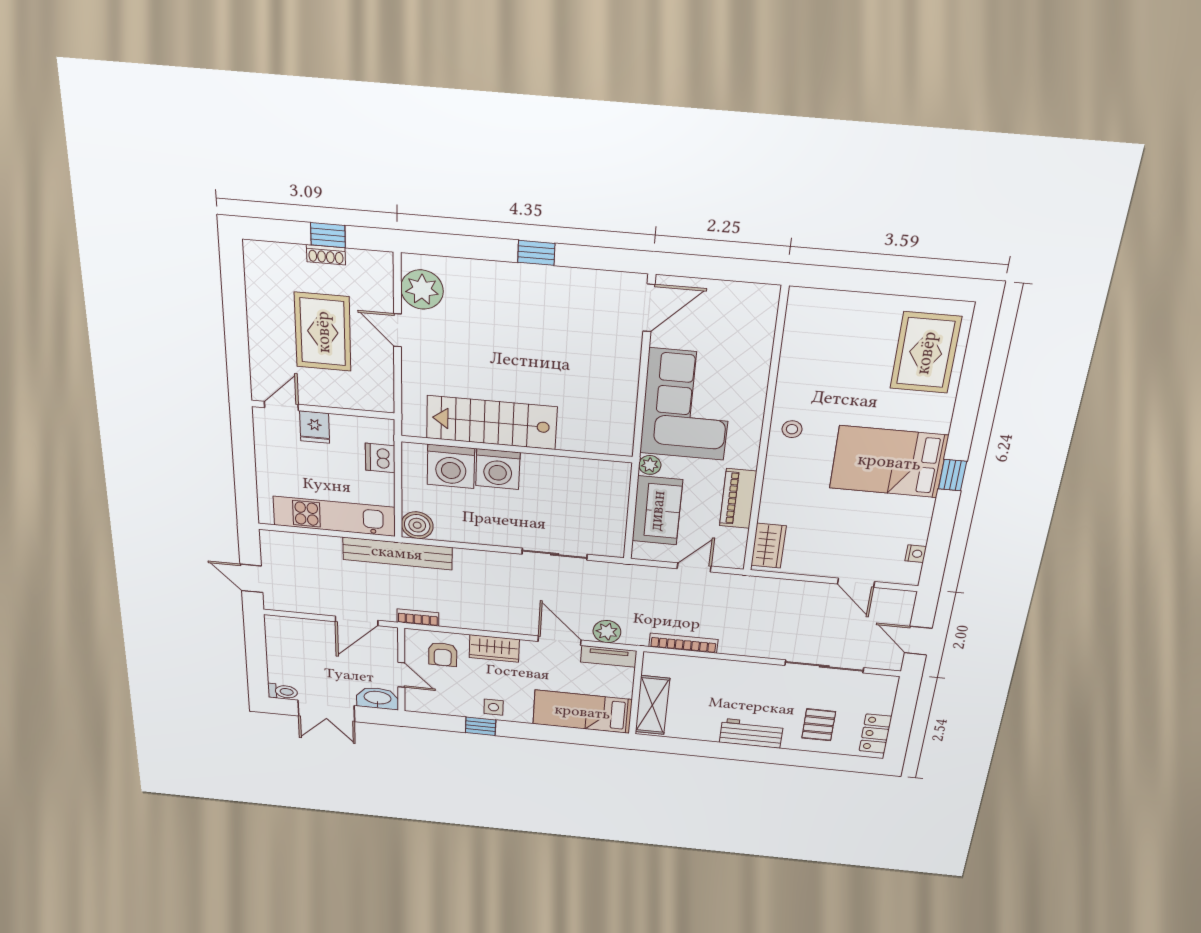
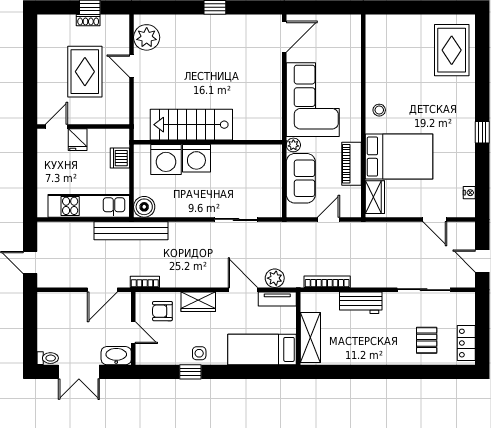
bed: (889, 462) -> (399, 157), moved, turned 180
armchair: (443, 654) -> (162, 311), turned 90
workbench: (751, 733) -> (361, 303), moved, turned 180

